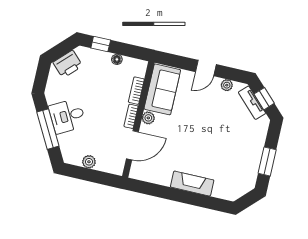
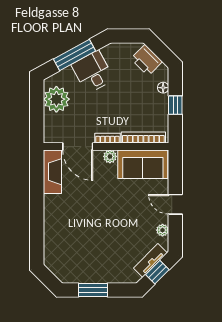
window: (101, 44) -> (175, 105), moved
floor lamp: (117, 59) -> (163, 88), moved
bookcase: (136, 91) -> (143, 138), width x1.56
plant: (89, 162) -> (56, 99), width x1.88, depth x1.88
fireplace: (192, 184) -> (52, 172), moved

